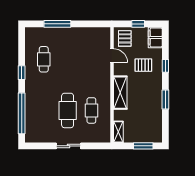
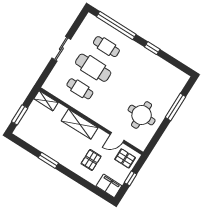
round table: (81, 47) -> (142, 115), added
cafe table: (44, 59) -> (106, 47), moved
window: (165, 66) -> (78, 179), removed

